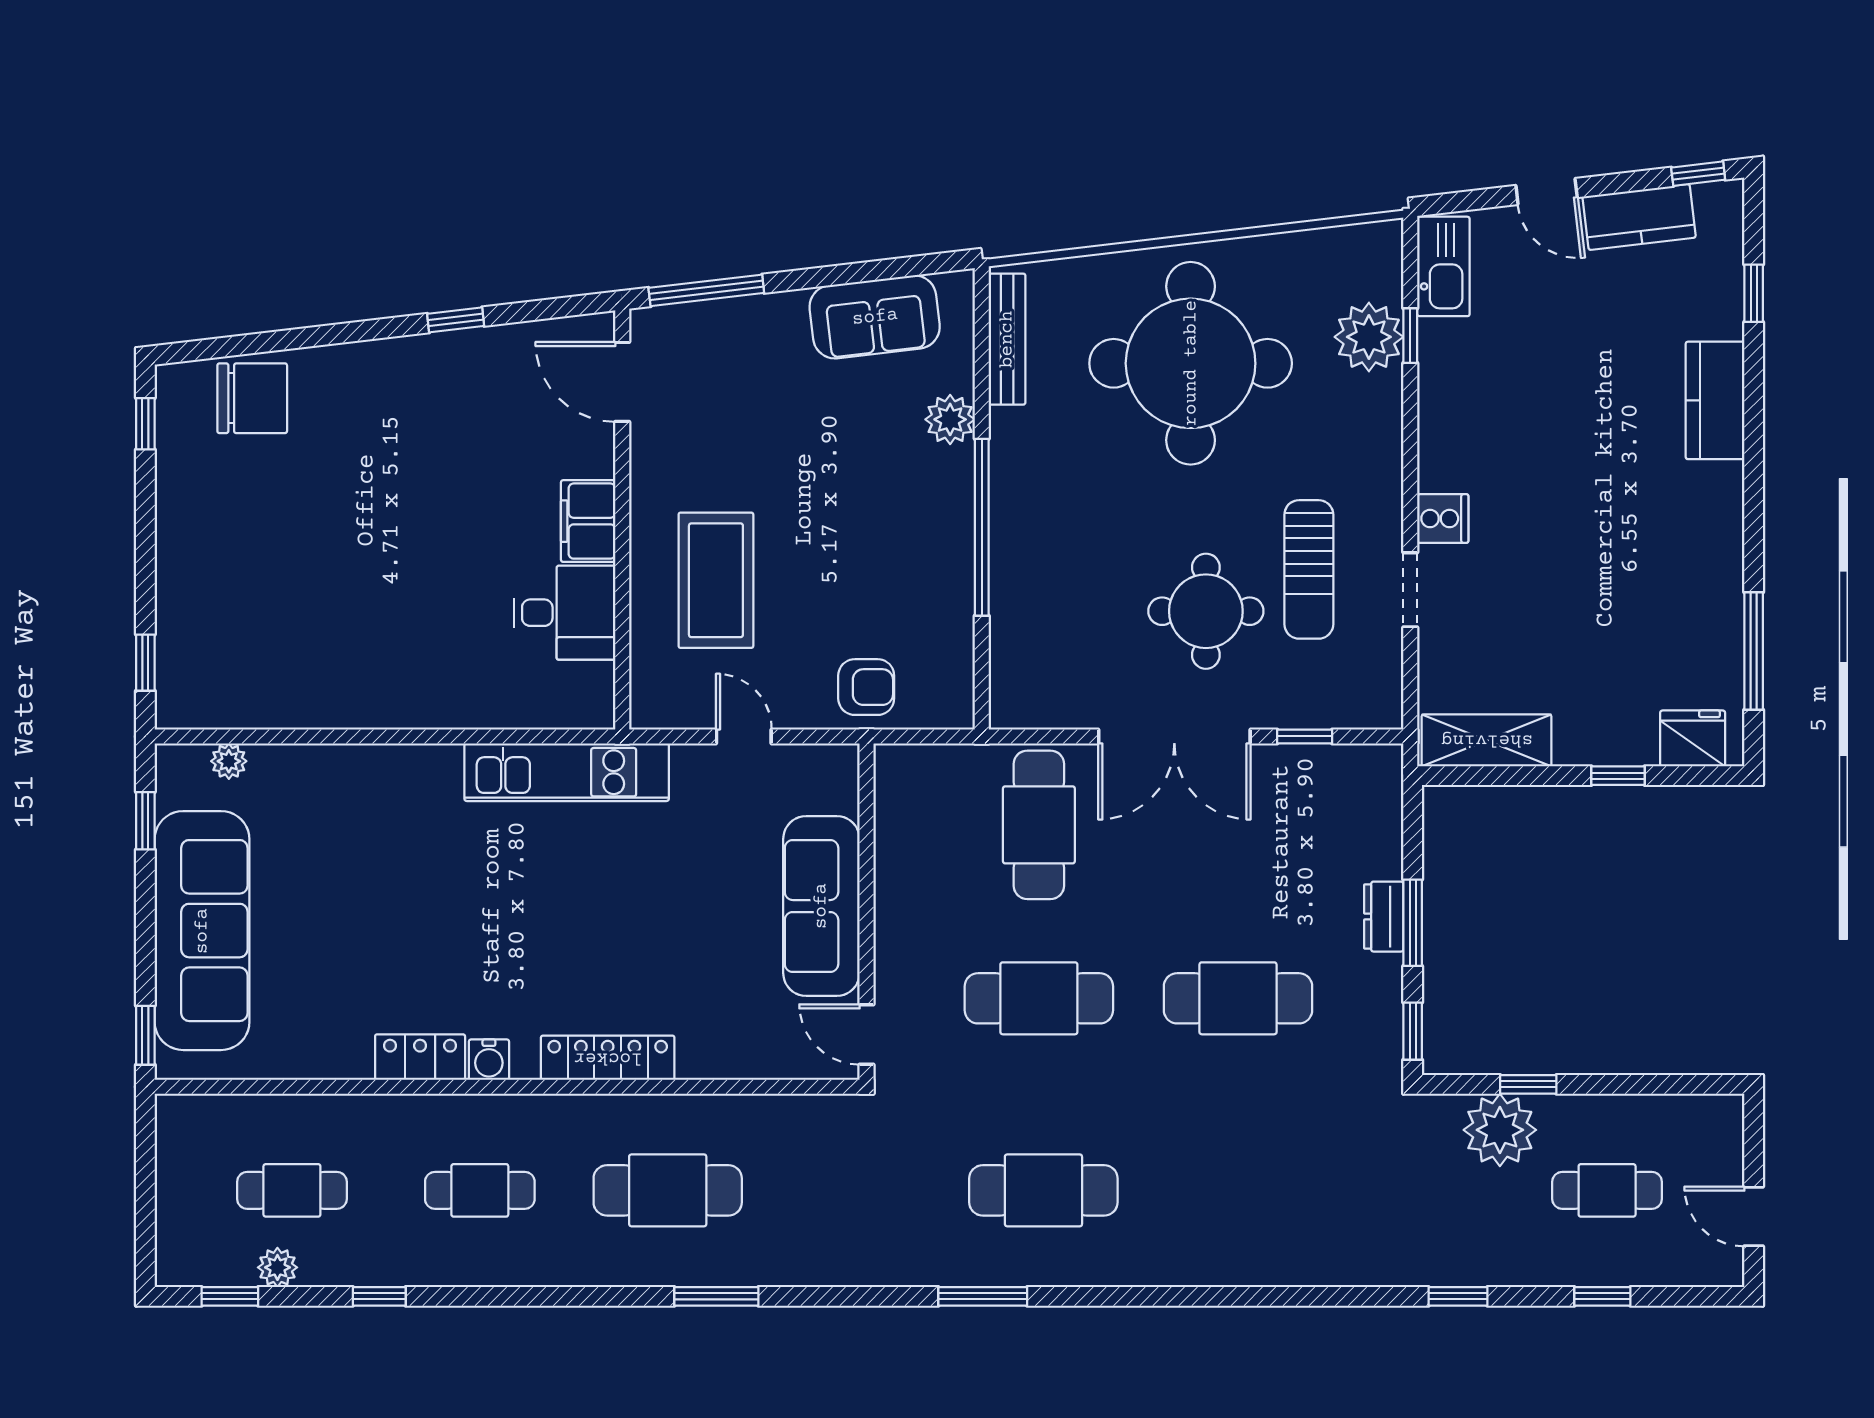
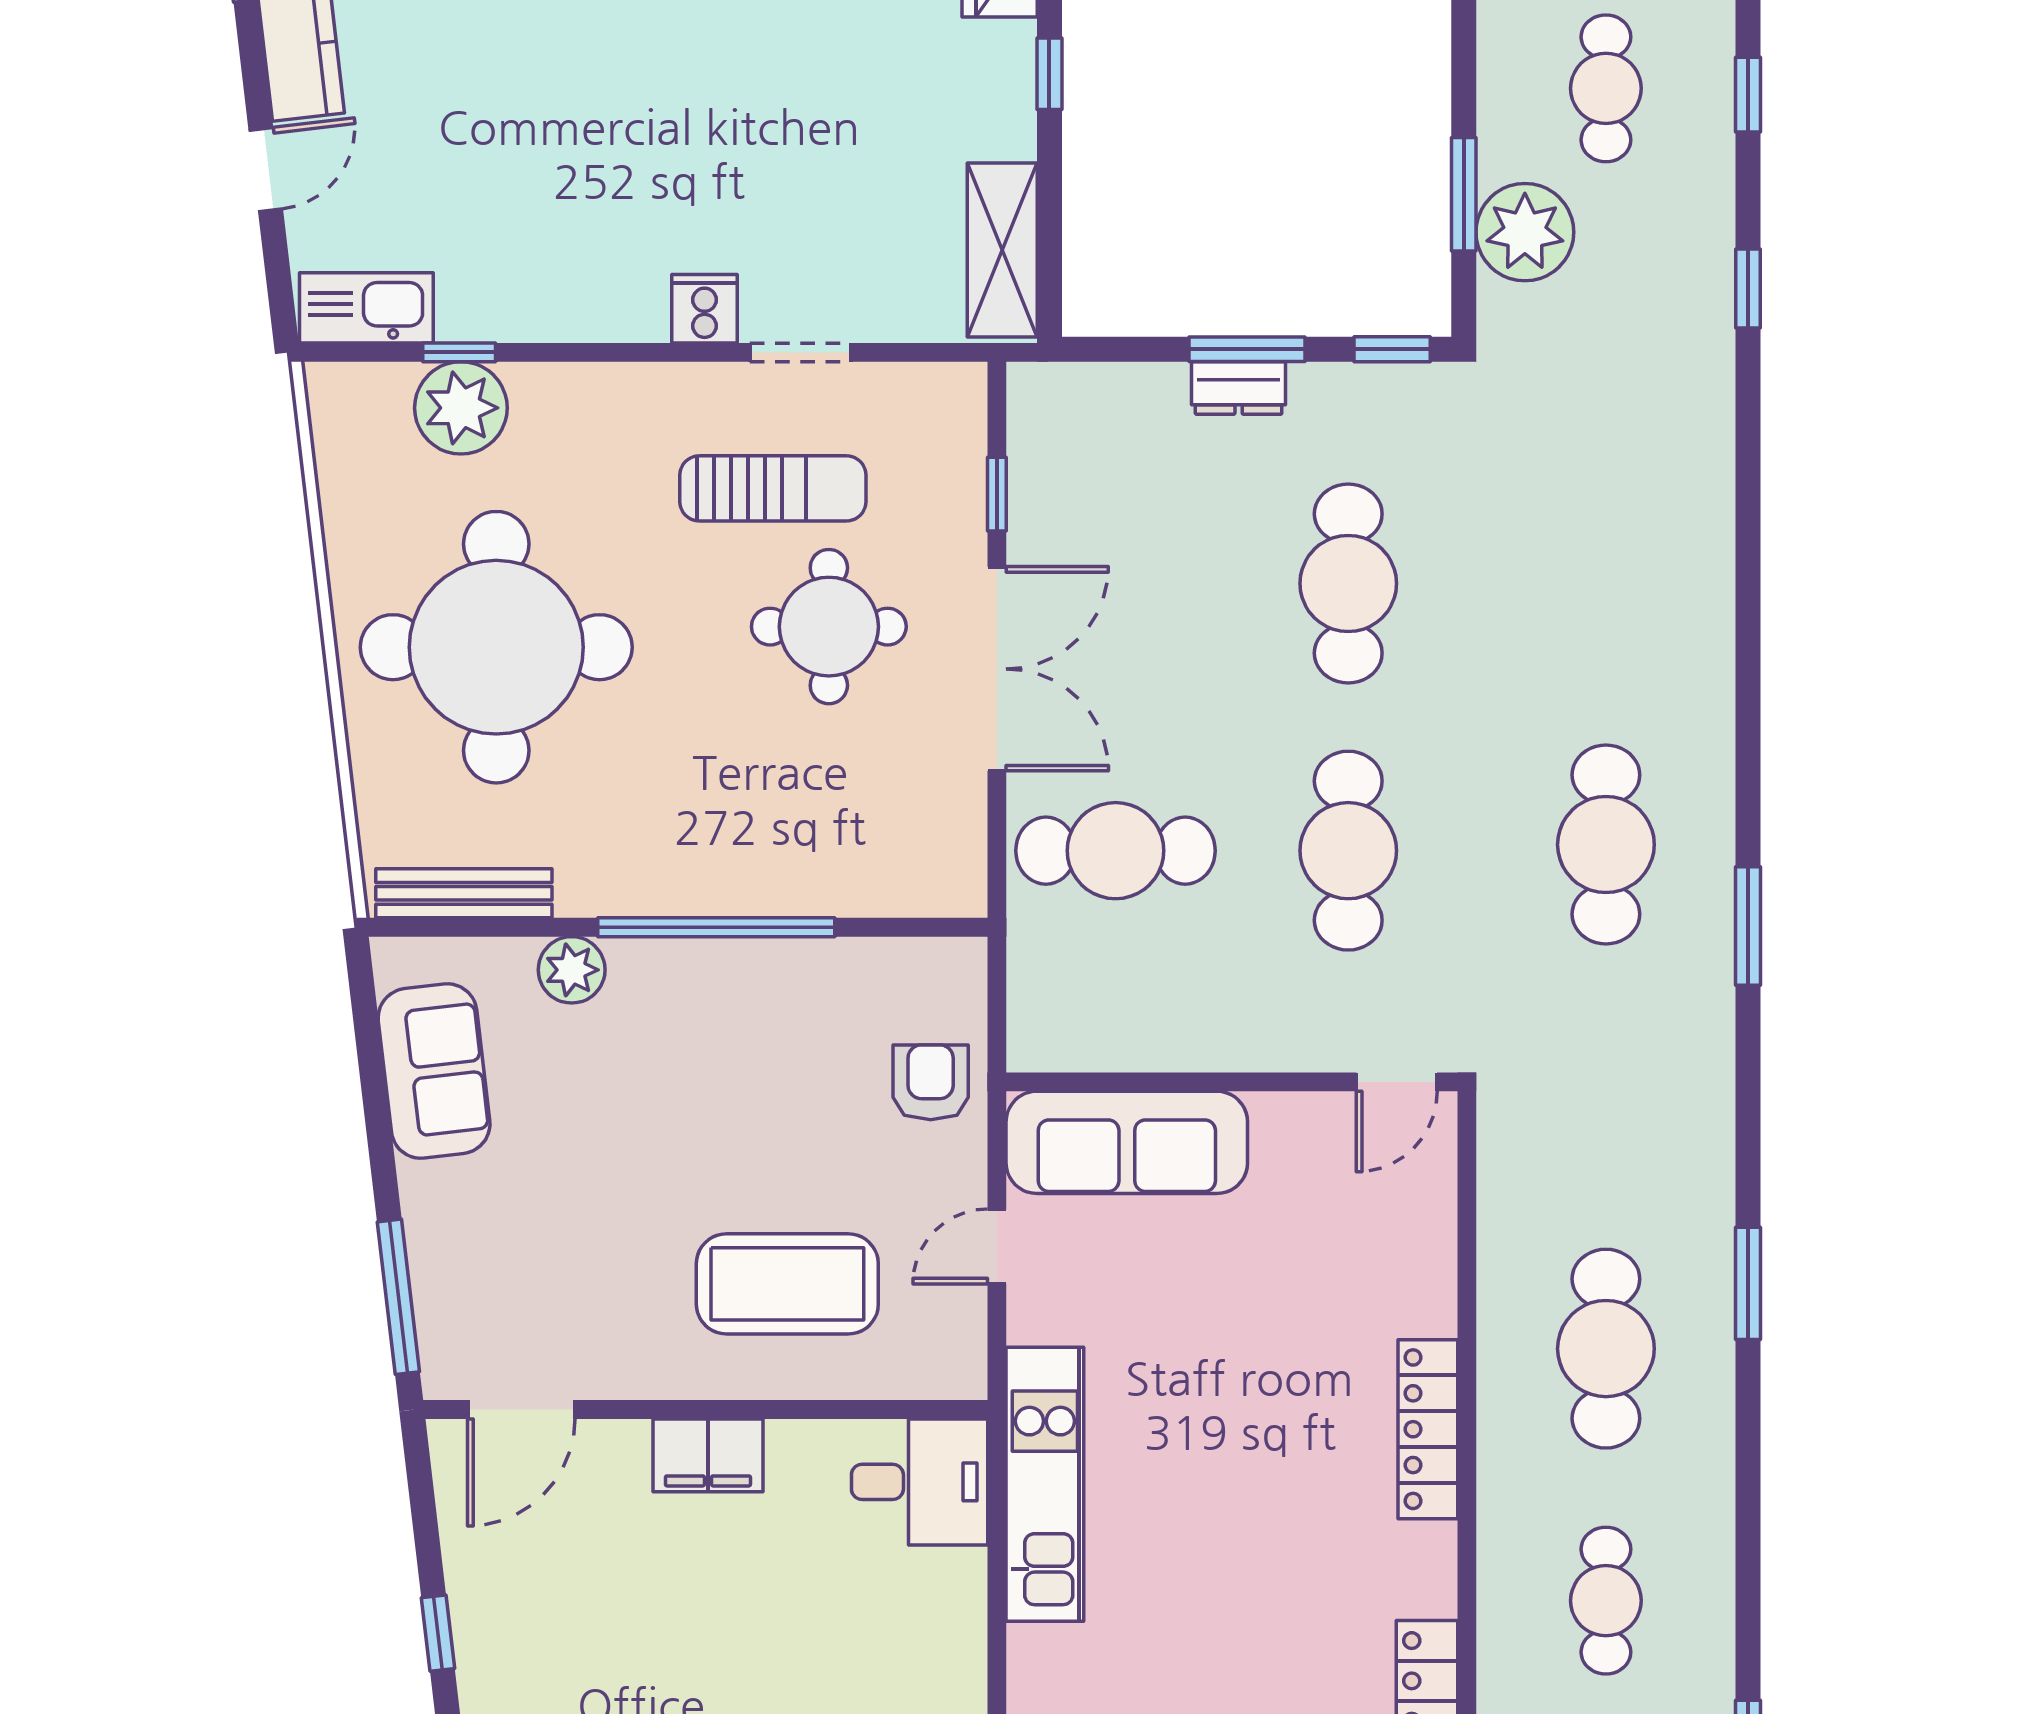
desk: (565, 613) -> (920, 1482), moved, turned 90
sofa: (821, 906) -> (1127, 1142), moved
water cooler: (489, 1060) -> (1430, 1588), removed
window: (1528, 1084) -> (1464, 194), width x1.50

